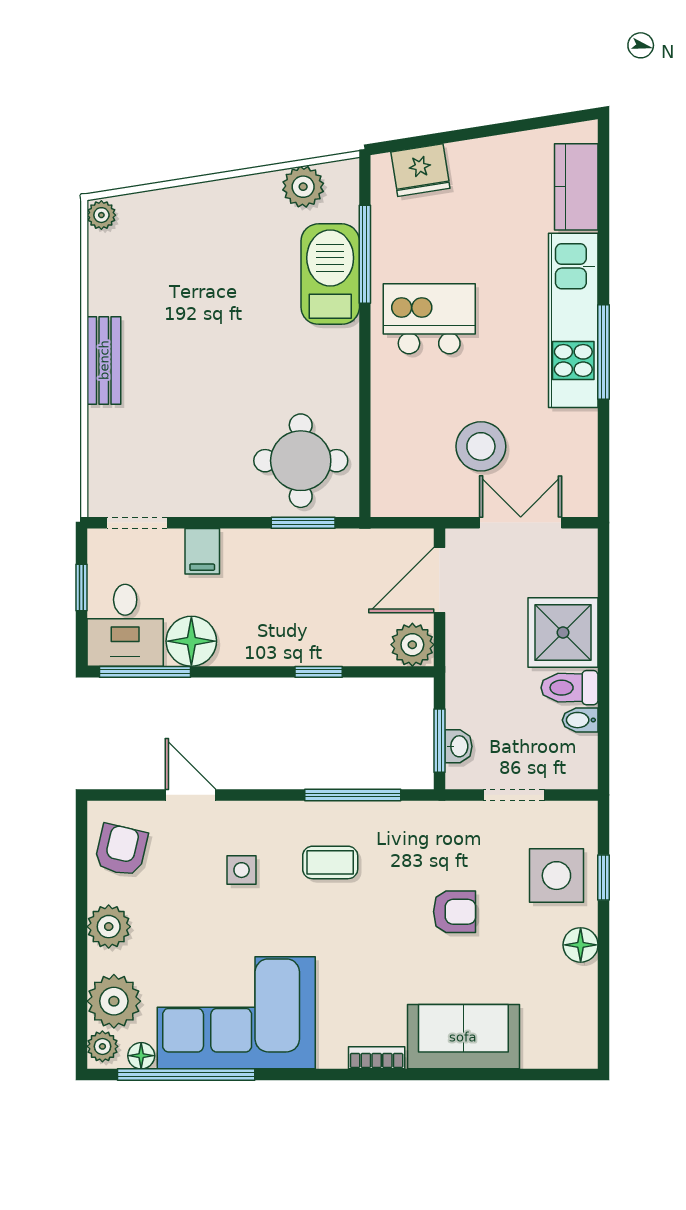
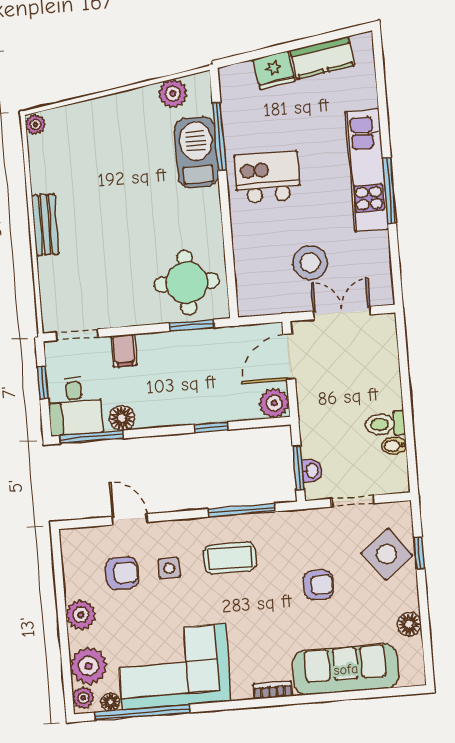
fridge: (420, 170) -> (274, 70), moved
kitchen counter: (576, 187) -> (323, 58), moved, turned -99
shower: (563, 633) -> (377, 386), removed
floor lamp: (191, 641) -> (122, 418), width x0.73, depth x0.73
armchair: (121, 850) -> (122, 573), moved, turned 77
coffee table: (330, 862) -> (230, 558), width x1.36, depth x1.30
side table: (556, 876) -> (387, 554), turned -38
floor lamp: (581, 945) -> (409, 624), moved
sofa: (463, 1037) -> (346, 669), width x1.36

